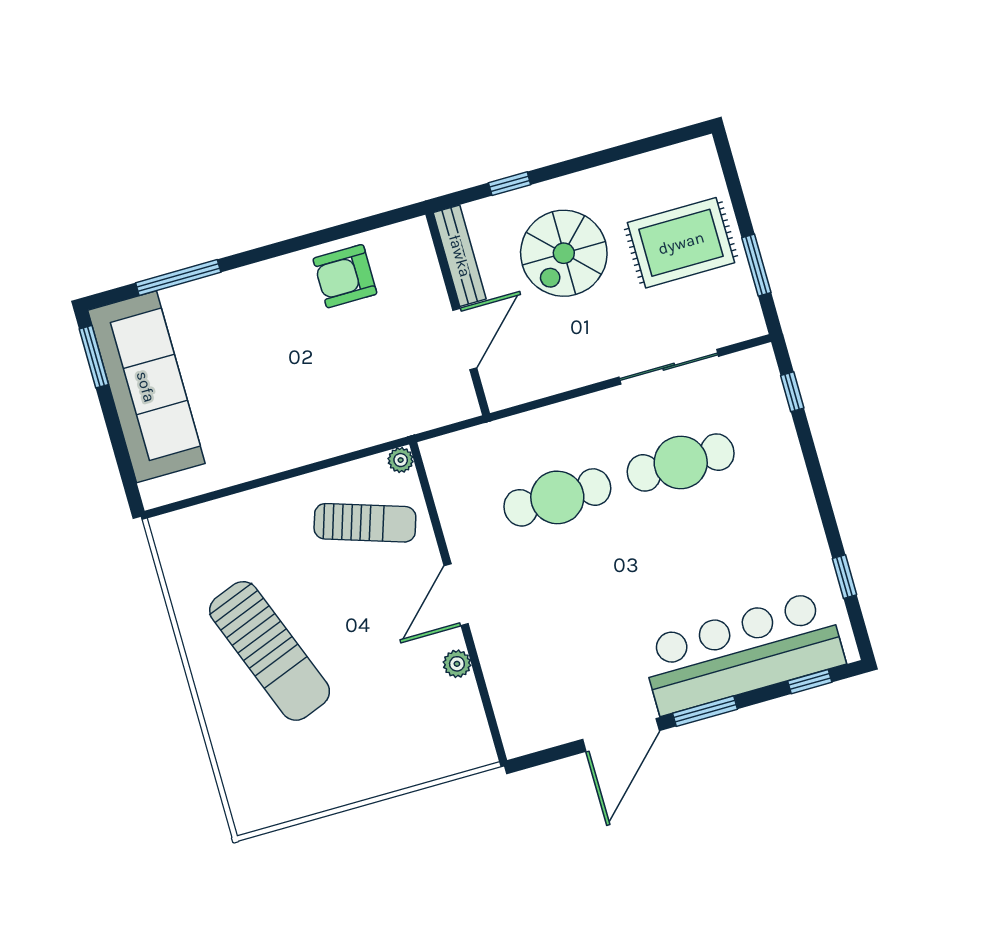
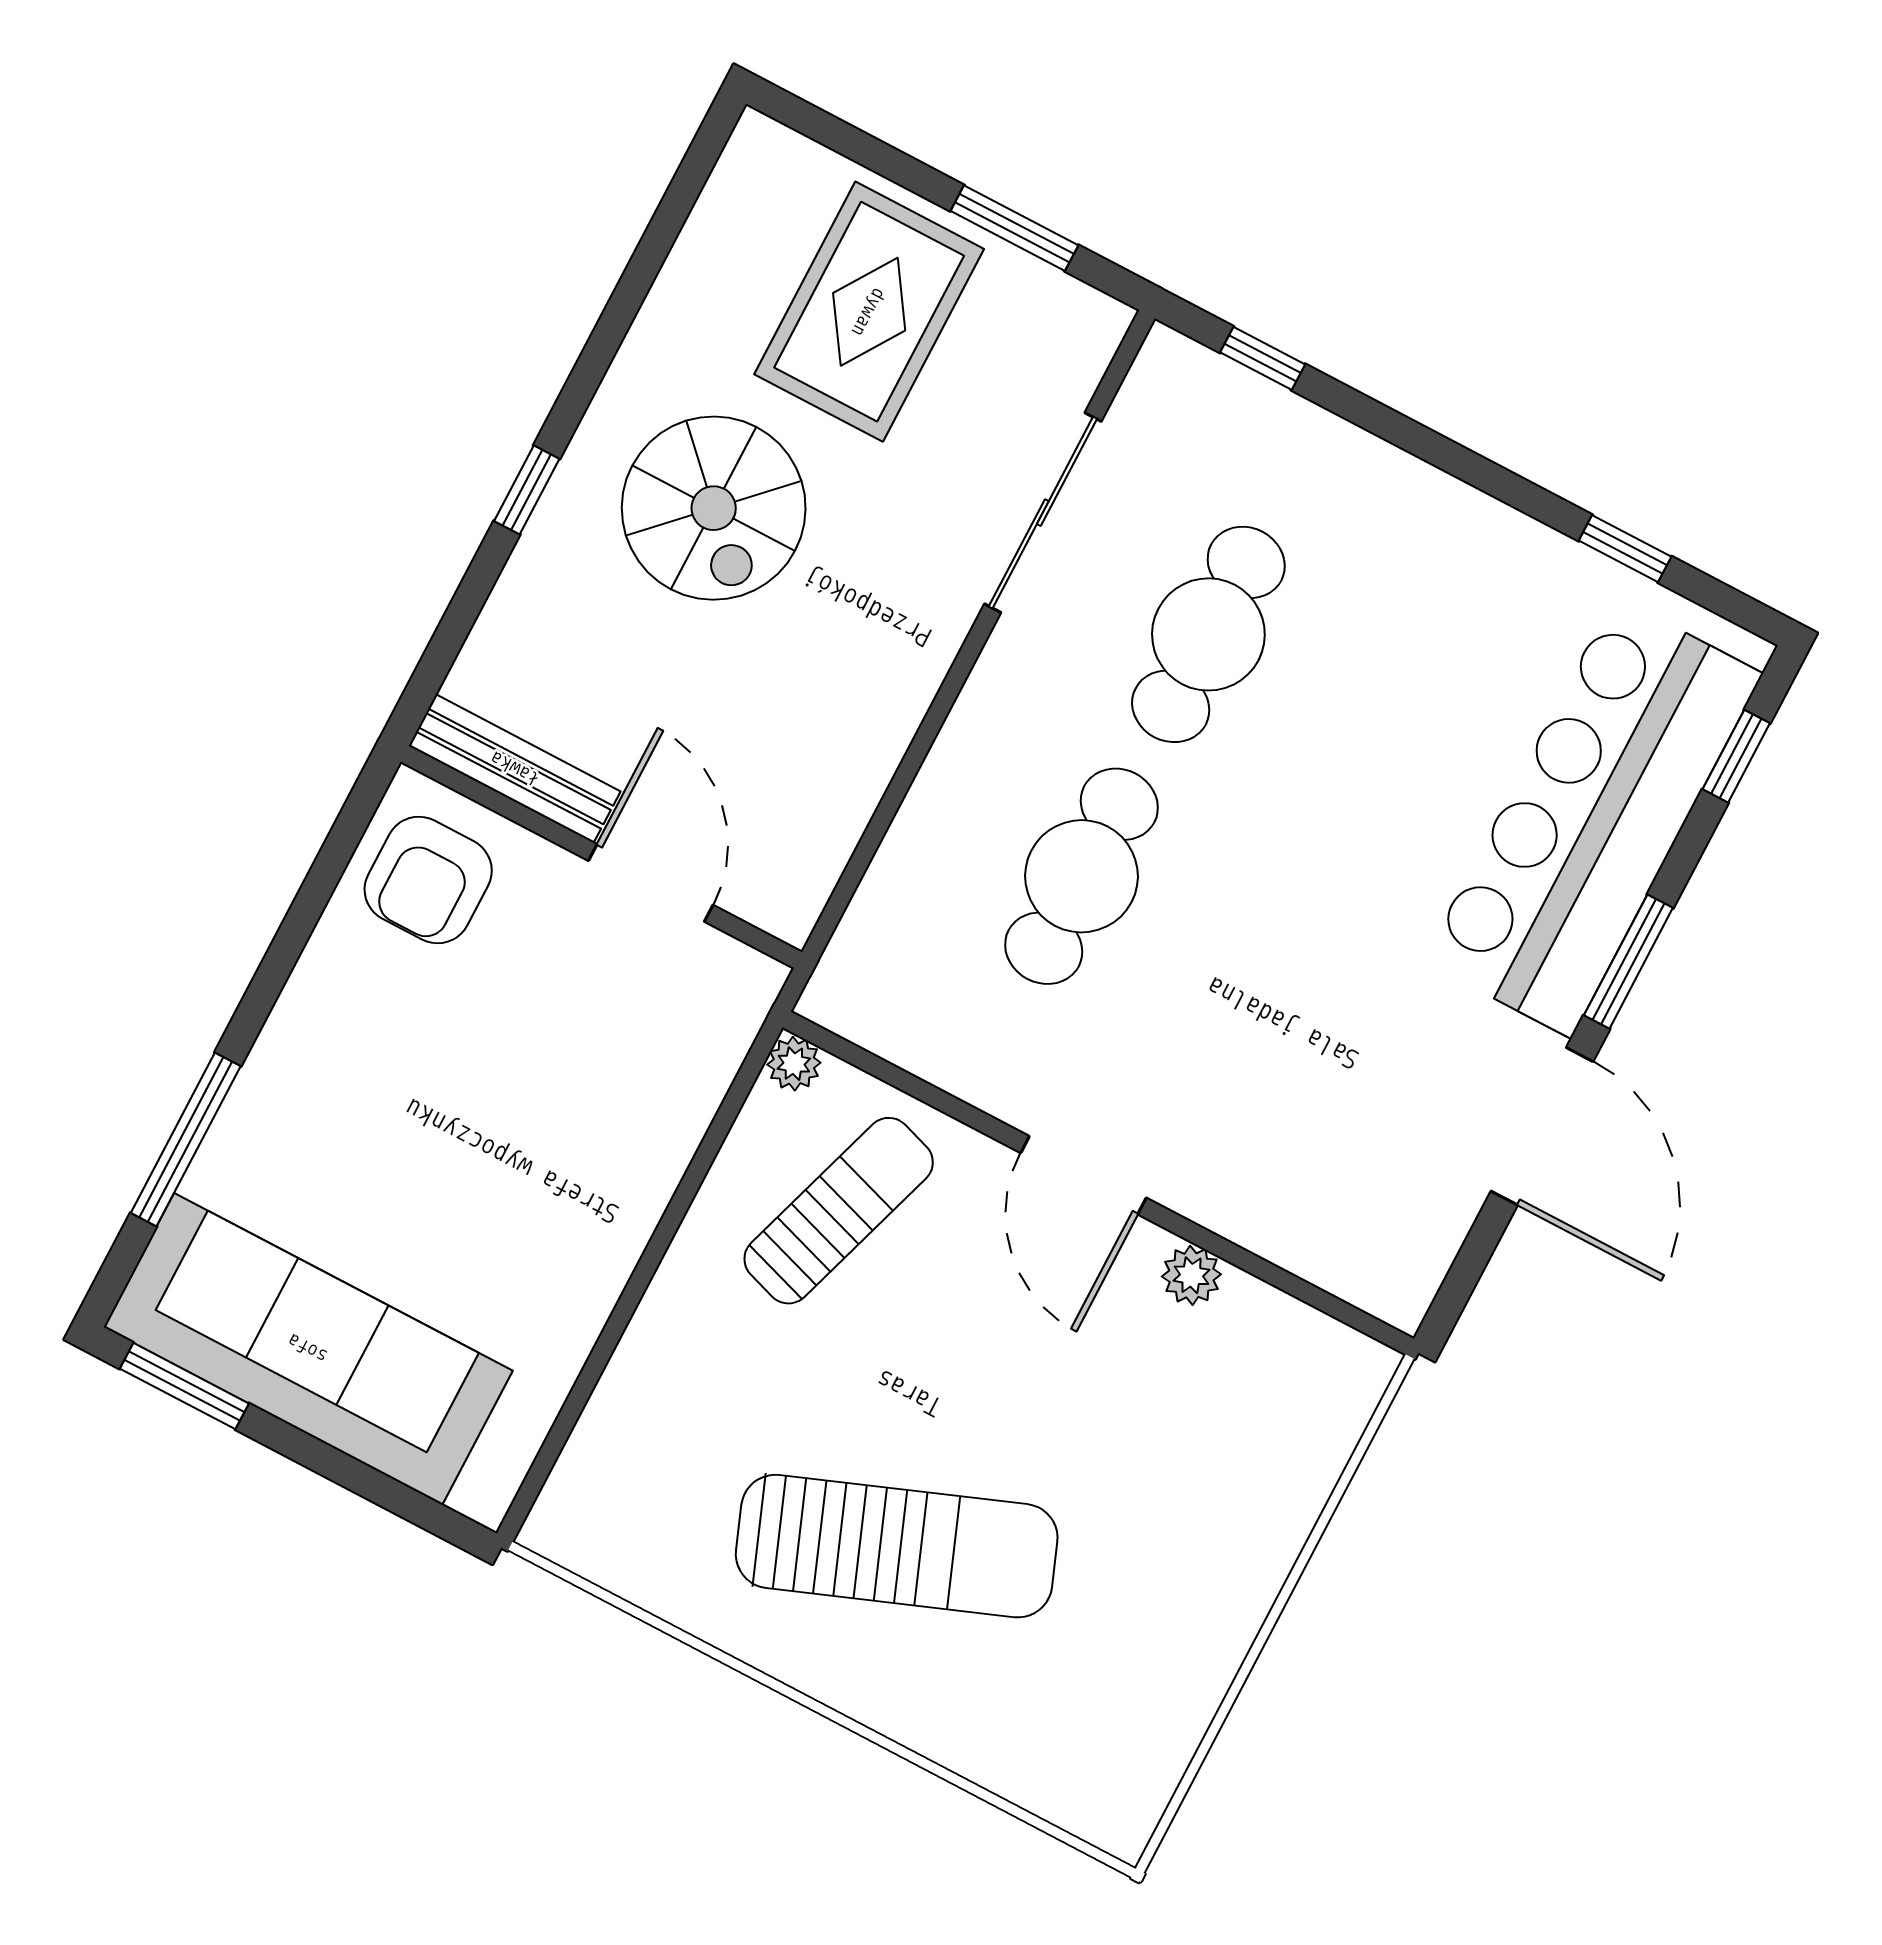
bench: (460, 256) -> (515, 769), moved
wall: (458, 314) -> (601, 857), moved
door: (465, 339) -> (651, 883), moved

